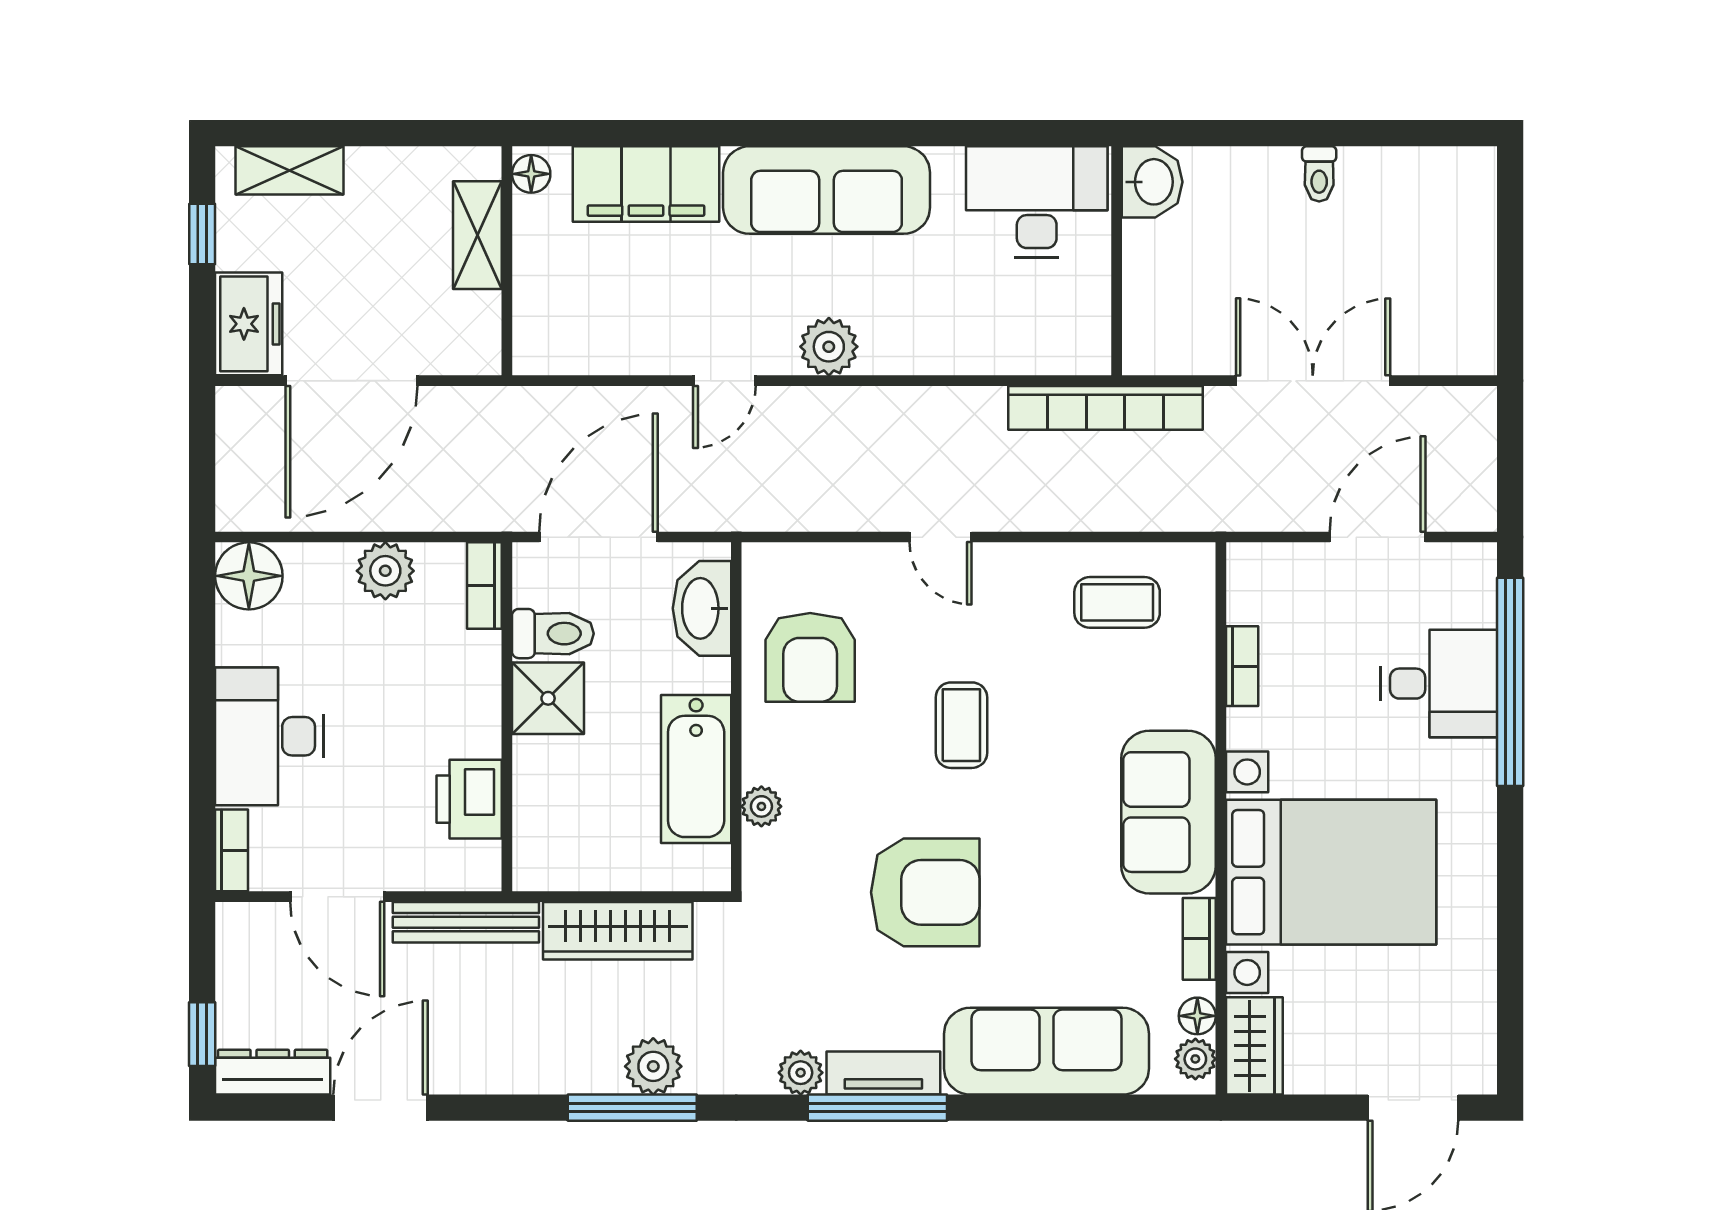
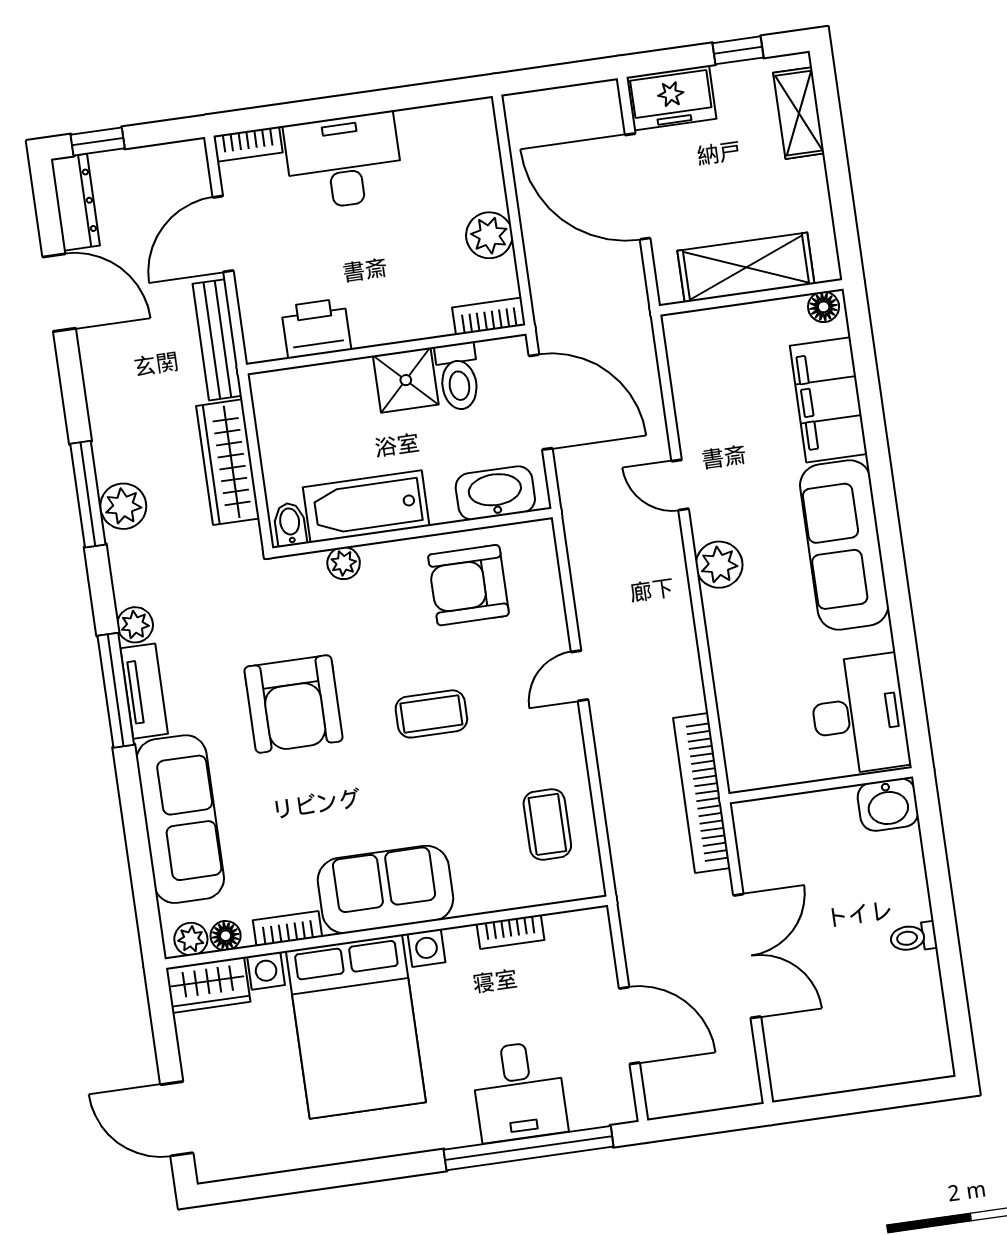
shelving: (477, 235) -> (746, 267), width x1.50, depth x1.33
floor lamp: (249, 576) -> (470, 127), removed
bidet: (705, 865) -> (290, 524), added

